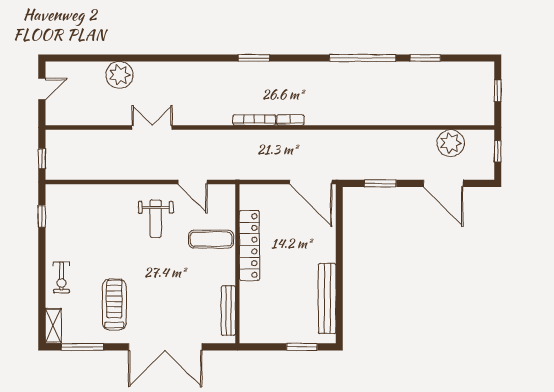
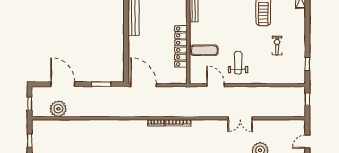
exercise bike: (62, 277) -> (277, 45), moved

